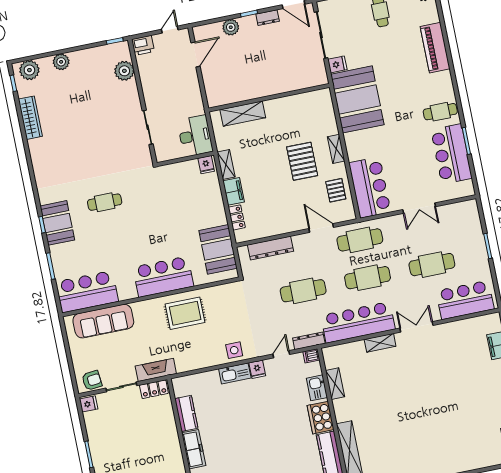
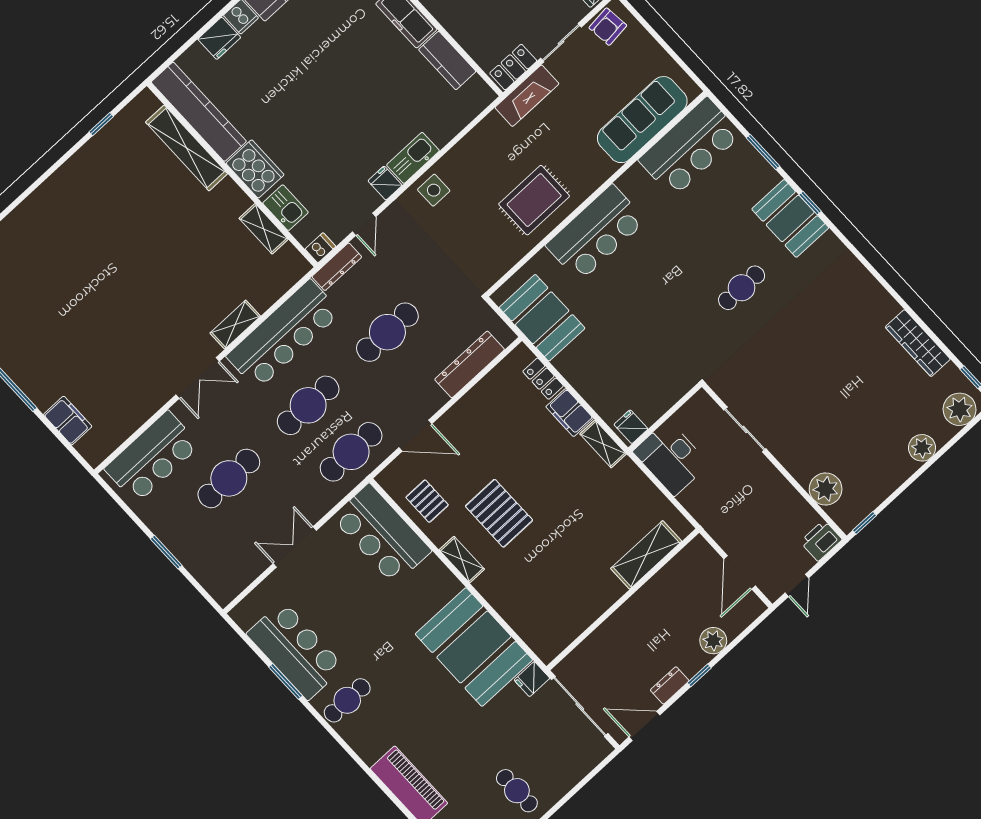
wall: (269, 98) -> (623, 599), moved
shelving: (243, 114) -> (646, 555), moved

